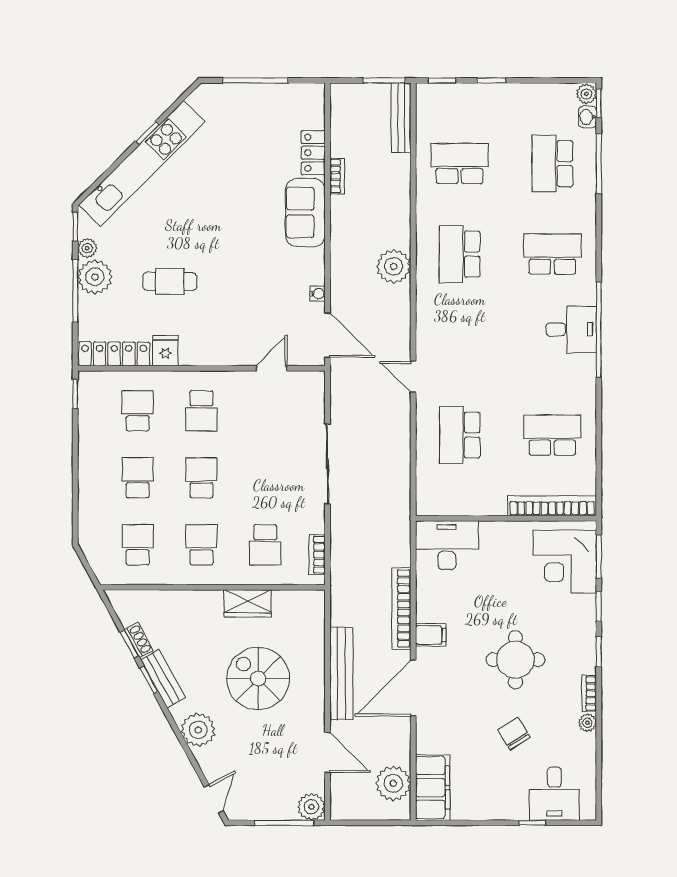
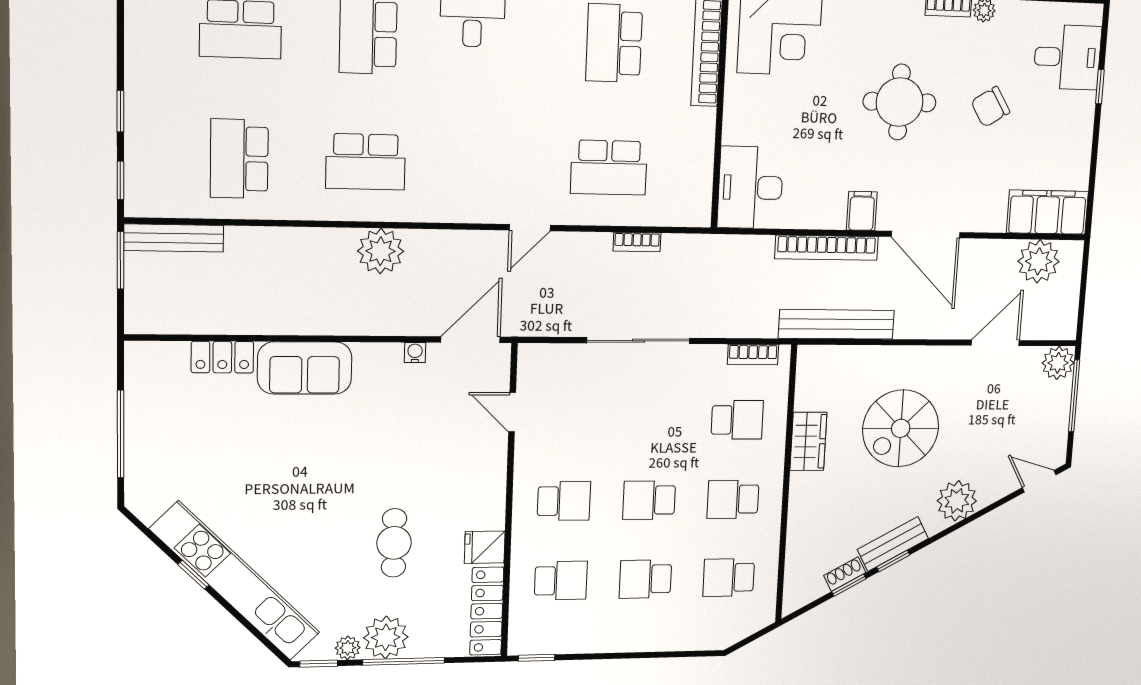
bookcase: (337, 176) -> (637, 242), moved, turned 180
school desk: (138, 411) -> (561, 581), turned 180
bench: (341, 674) -> (836, 324), moved

